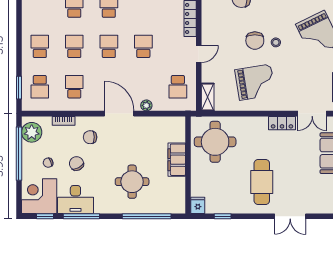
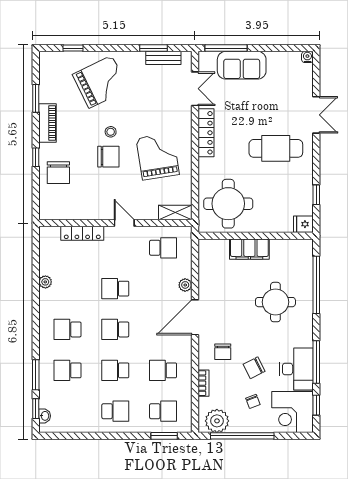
school desk: (40, 46) -> (115, 411), turned 180
locker: (282, 123) -> (206, 133), width x1.53

